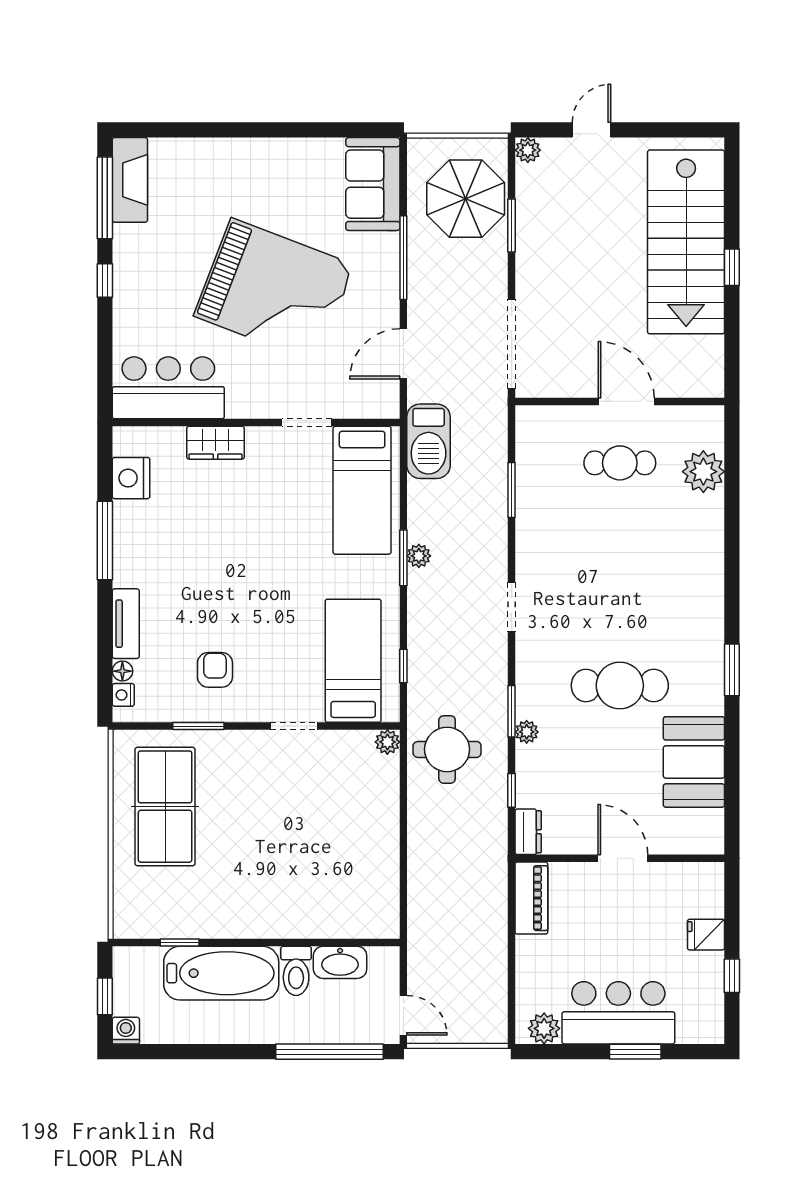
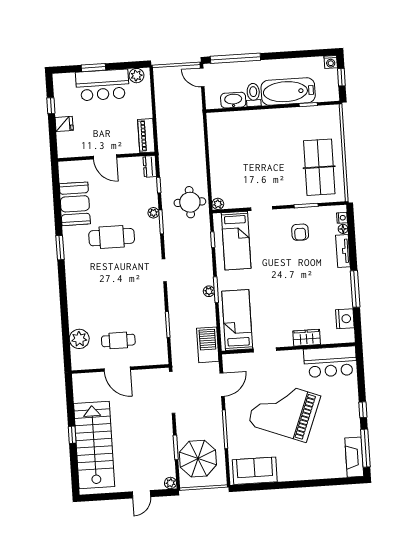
sofa: (373, 184) -> (255, 471), moved, turned -90

